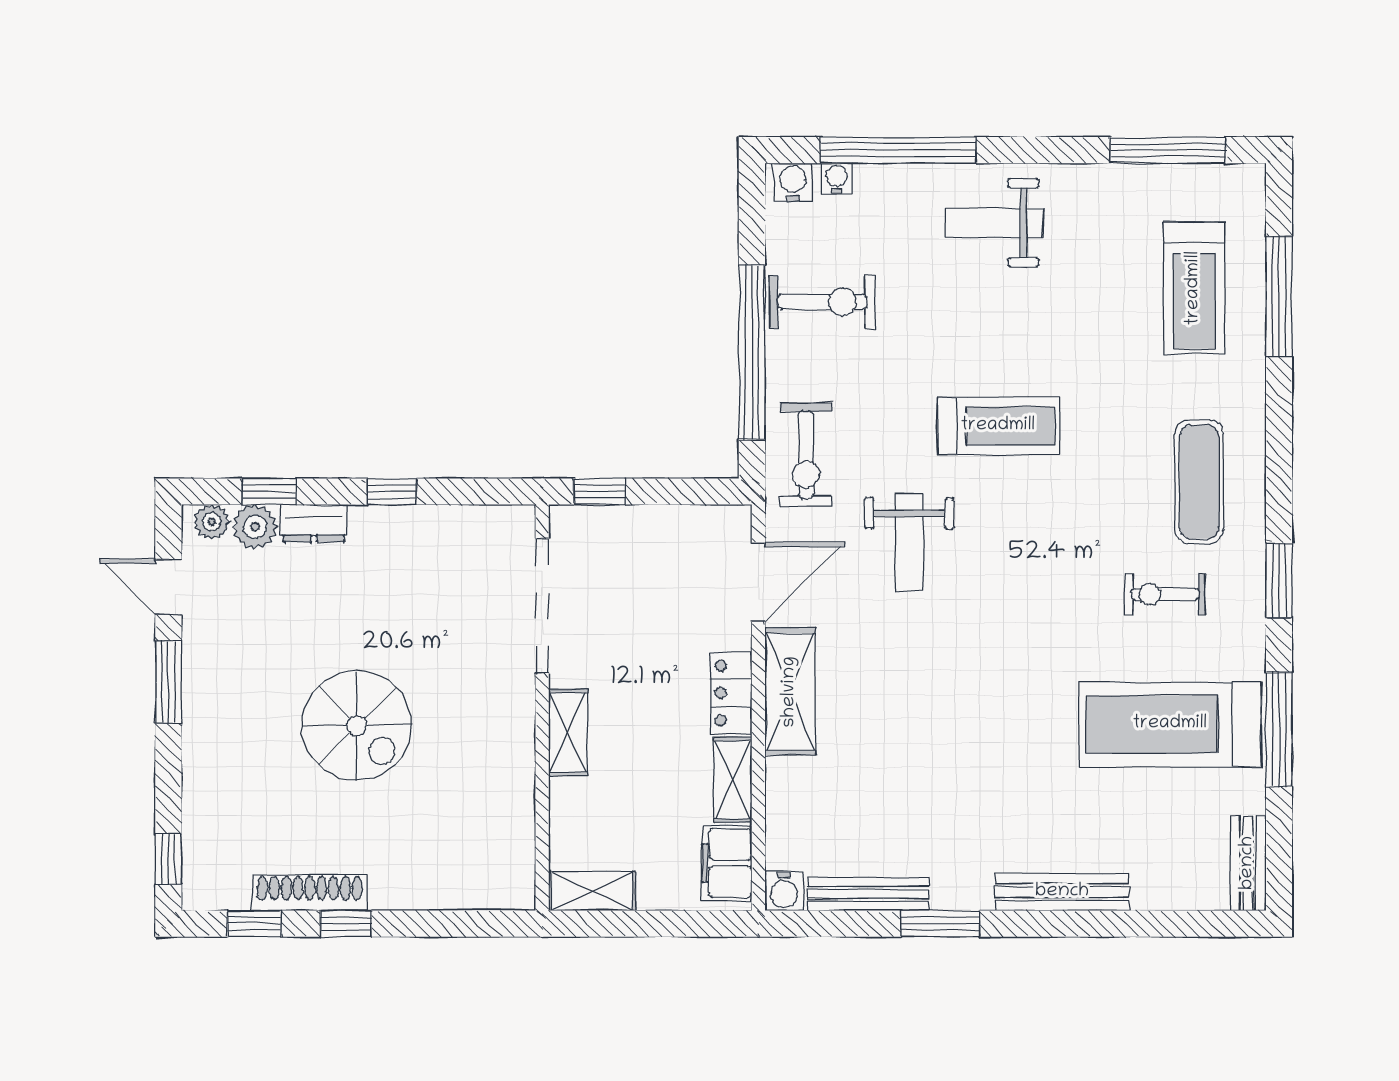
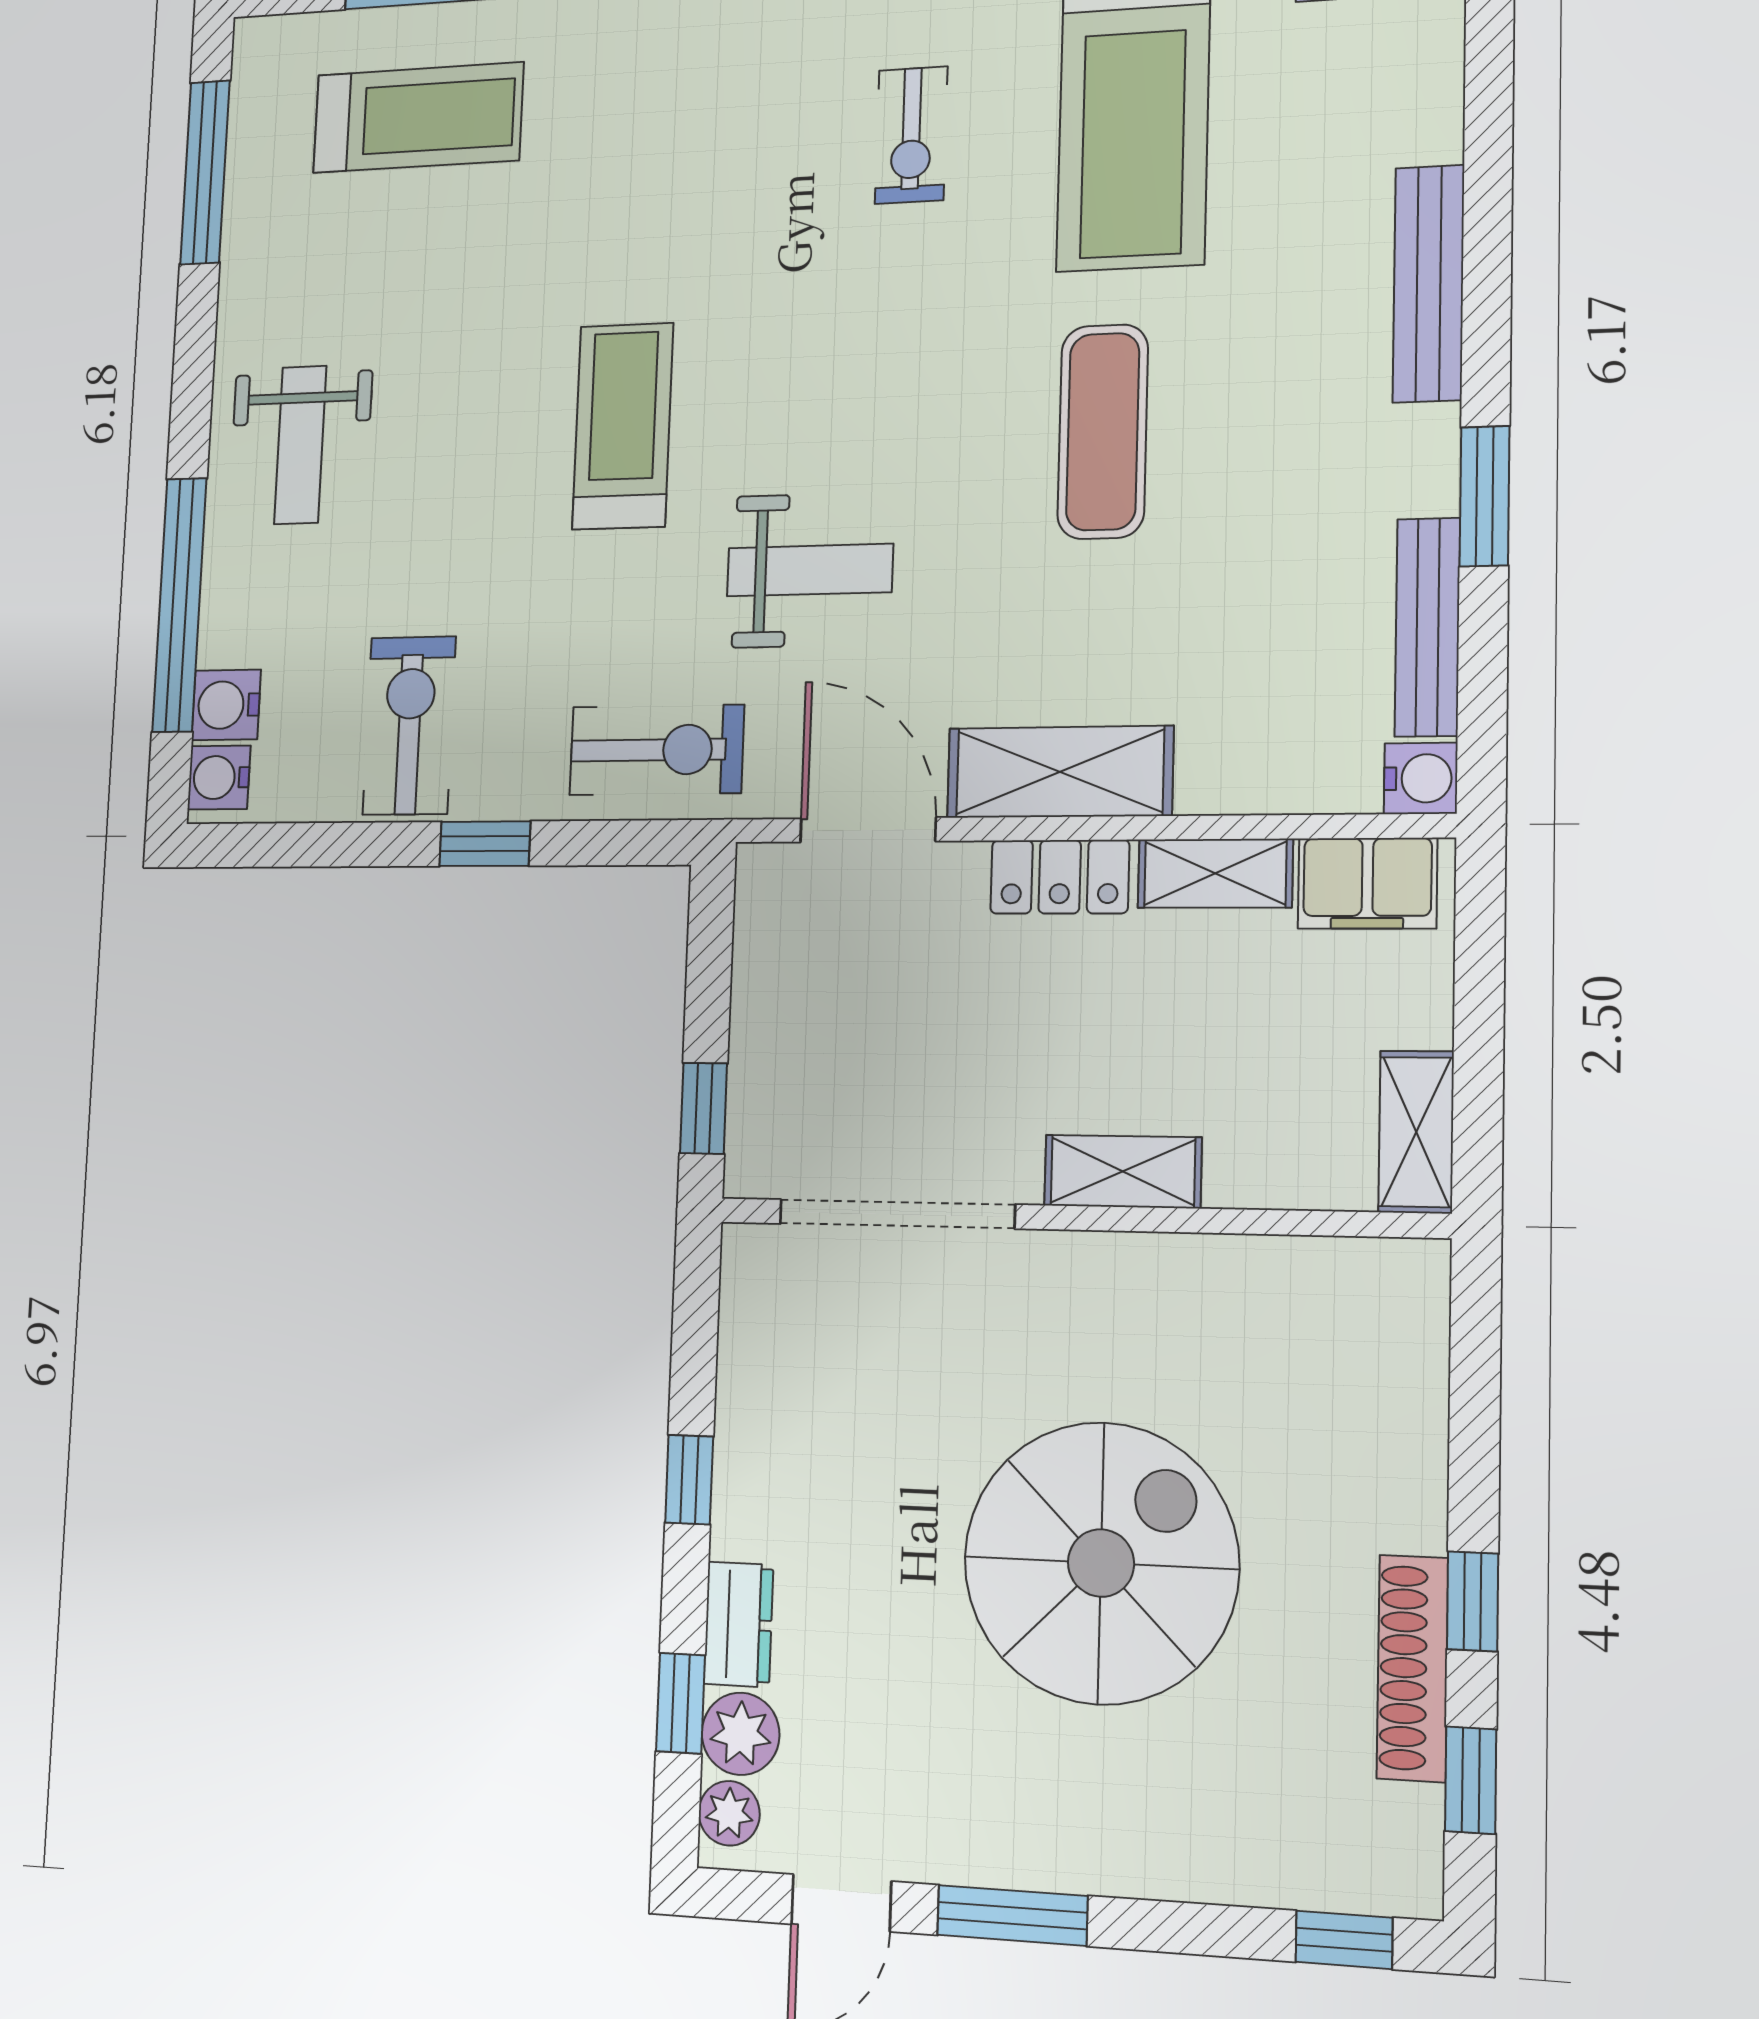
water cooler: (837, 178) -> (226, 705), width x1.38, depth x1.38
window: (752, 353) -> (485, 844), width x0.32
exercise mat: (1199, 482) -> (1103, 432), moved, turned 90
spiral stairs: (357, 726) -> (1101, 1563), width x1.37, depth x1.37

